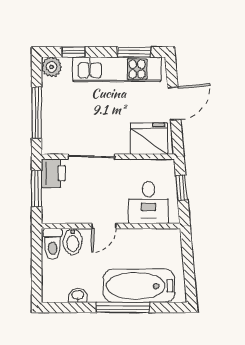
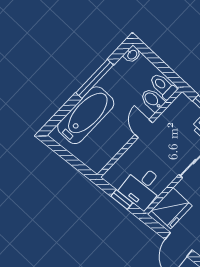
desk: (148, 202) -> (142, 187), moved, turned -95
washbasin: (78, 295) -> (132, 54), moved
window: (123, 307) -> (95, 79), moved

